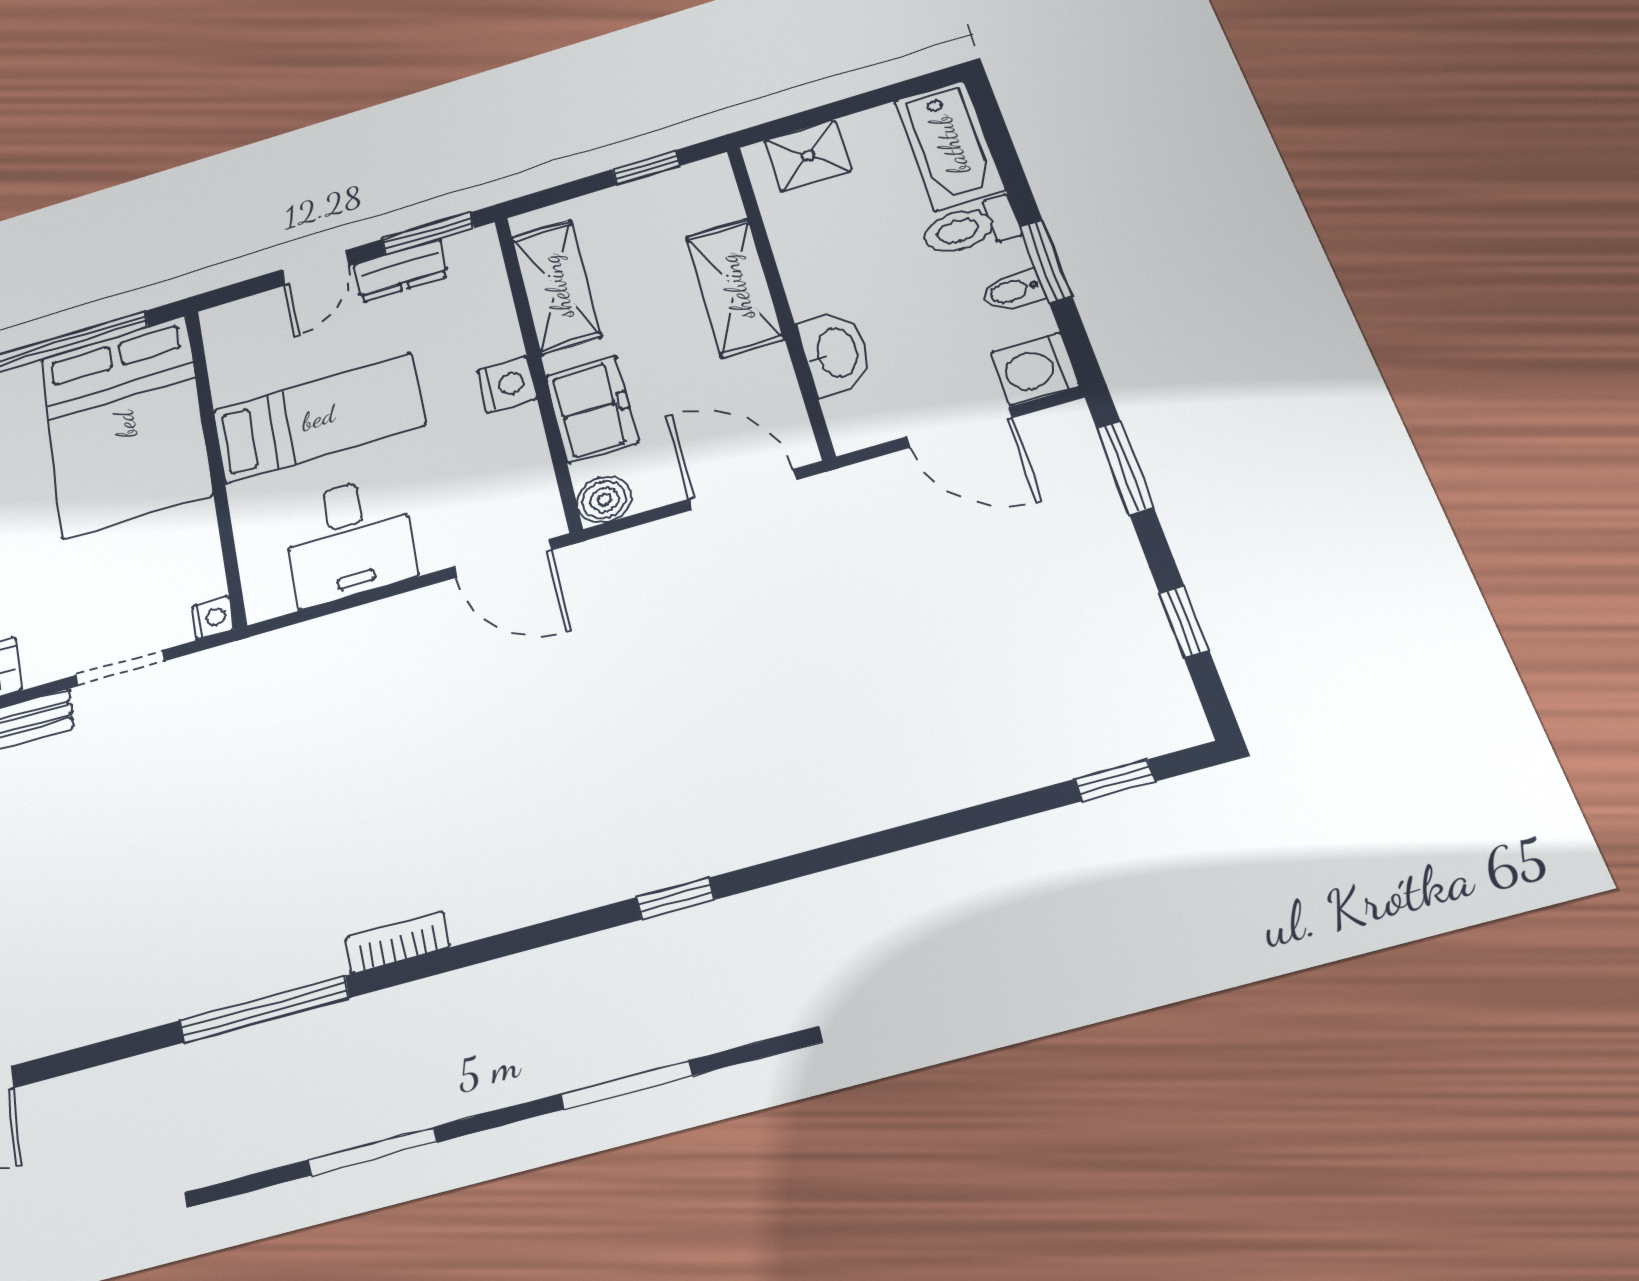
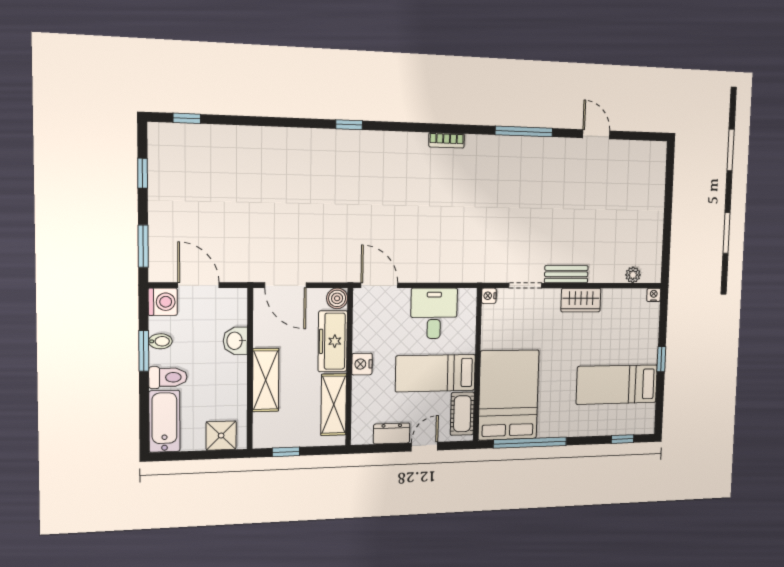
window: (428, 234) -> (378, 448), removed
washbasin: (836, 353) -> (235, 341), width x0.72
cot: (235, 356) -> (462, 414), added
freezer: (592, 409) -> (333, 341), width x1.40
window: (264, 1009) -> (524, 132), moved

